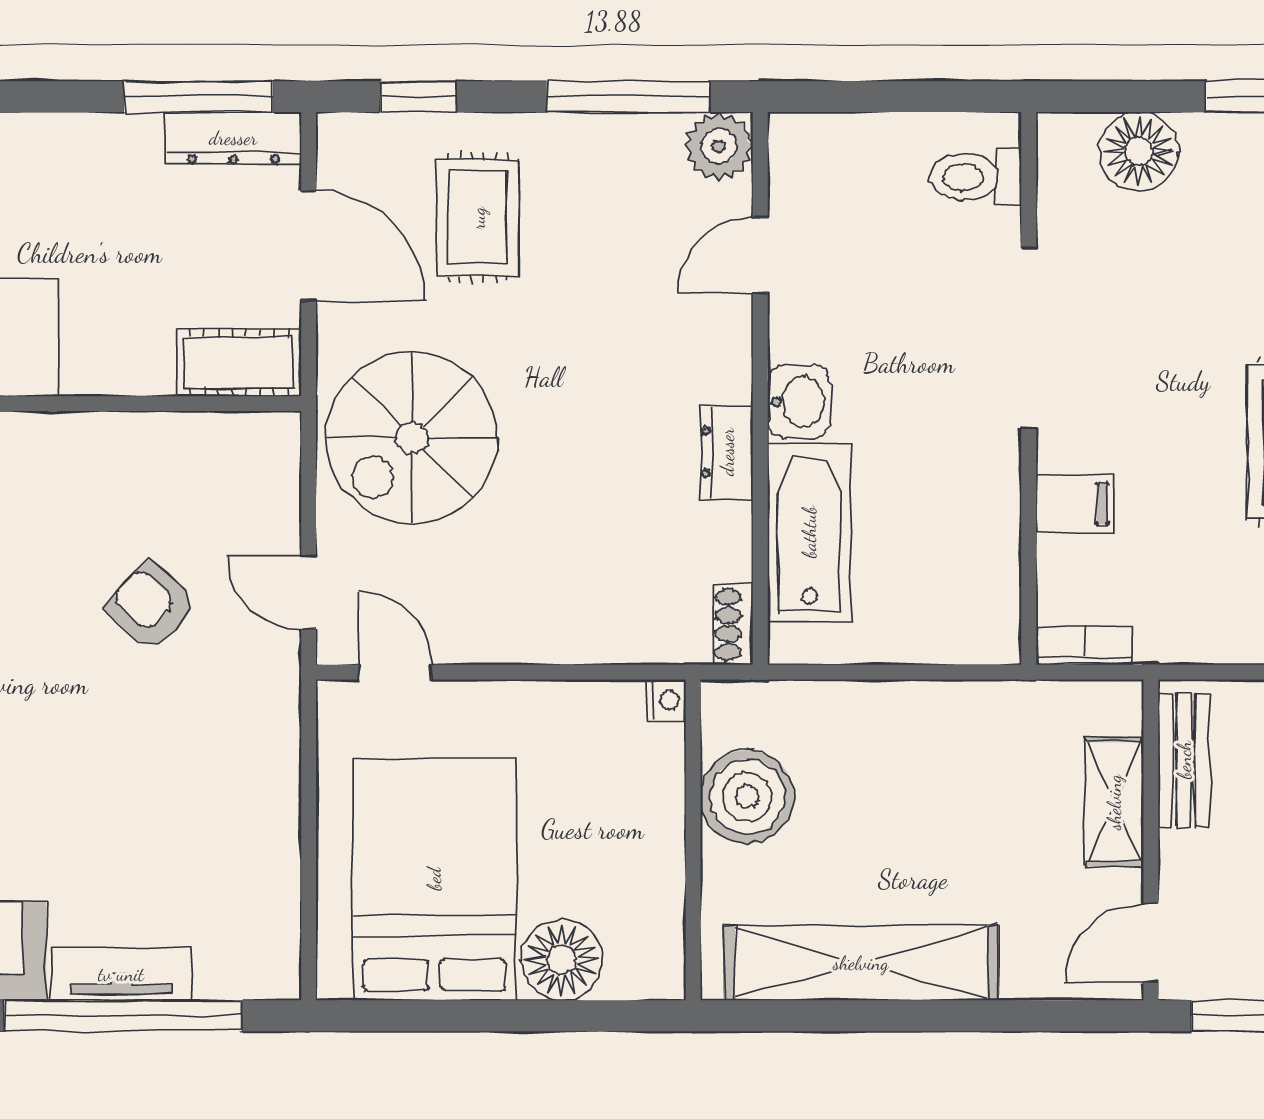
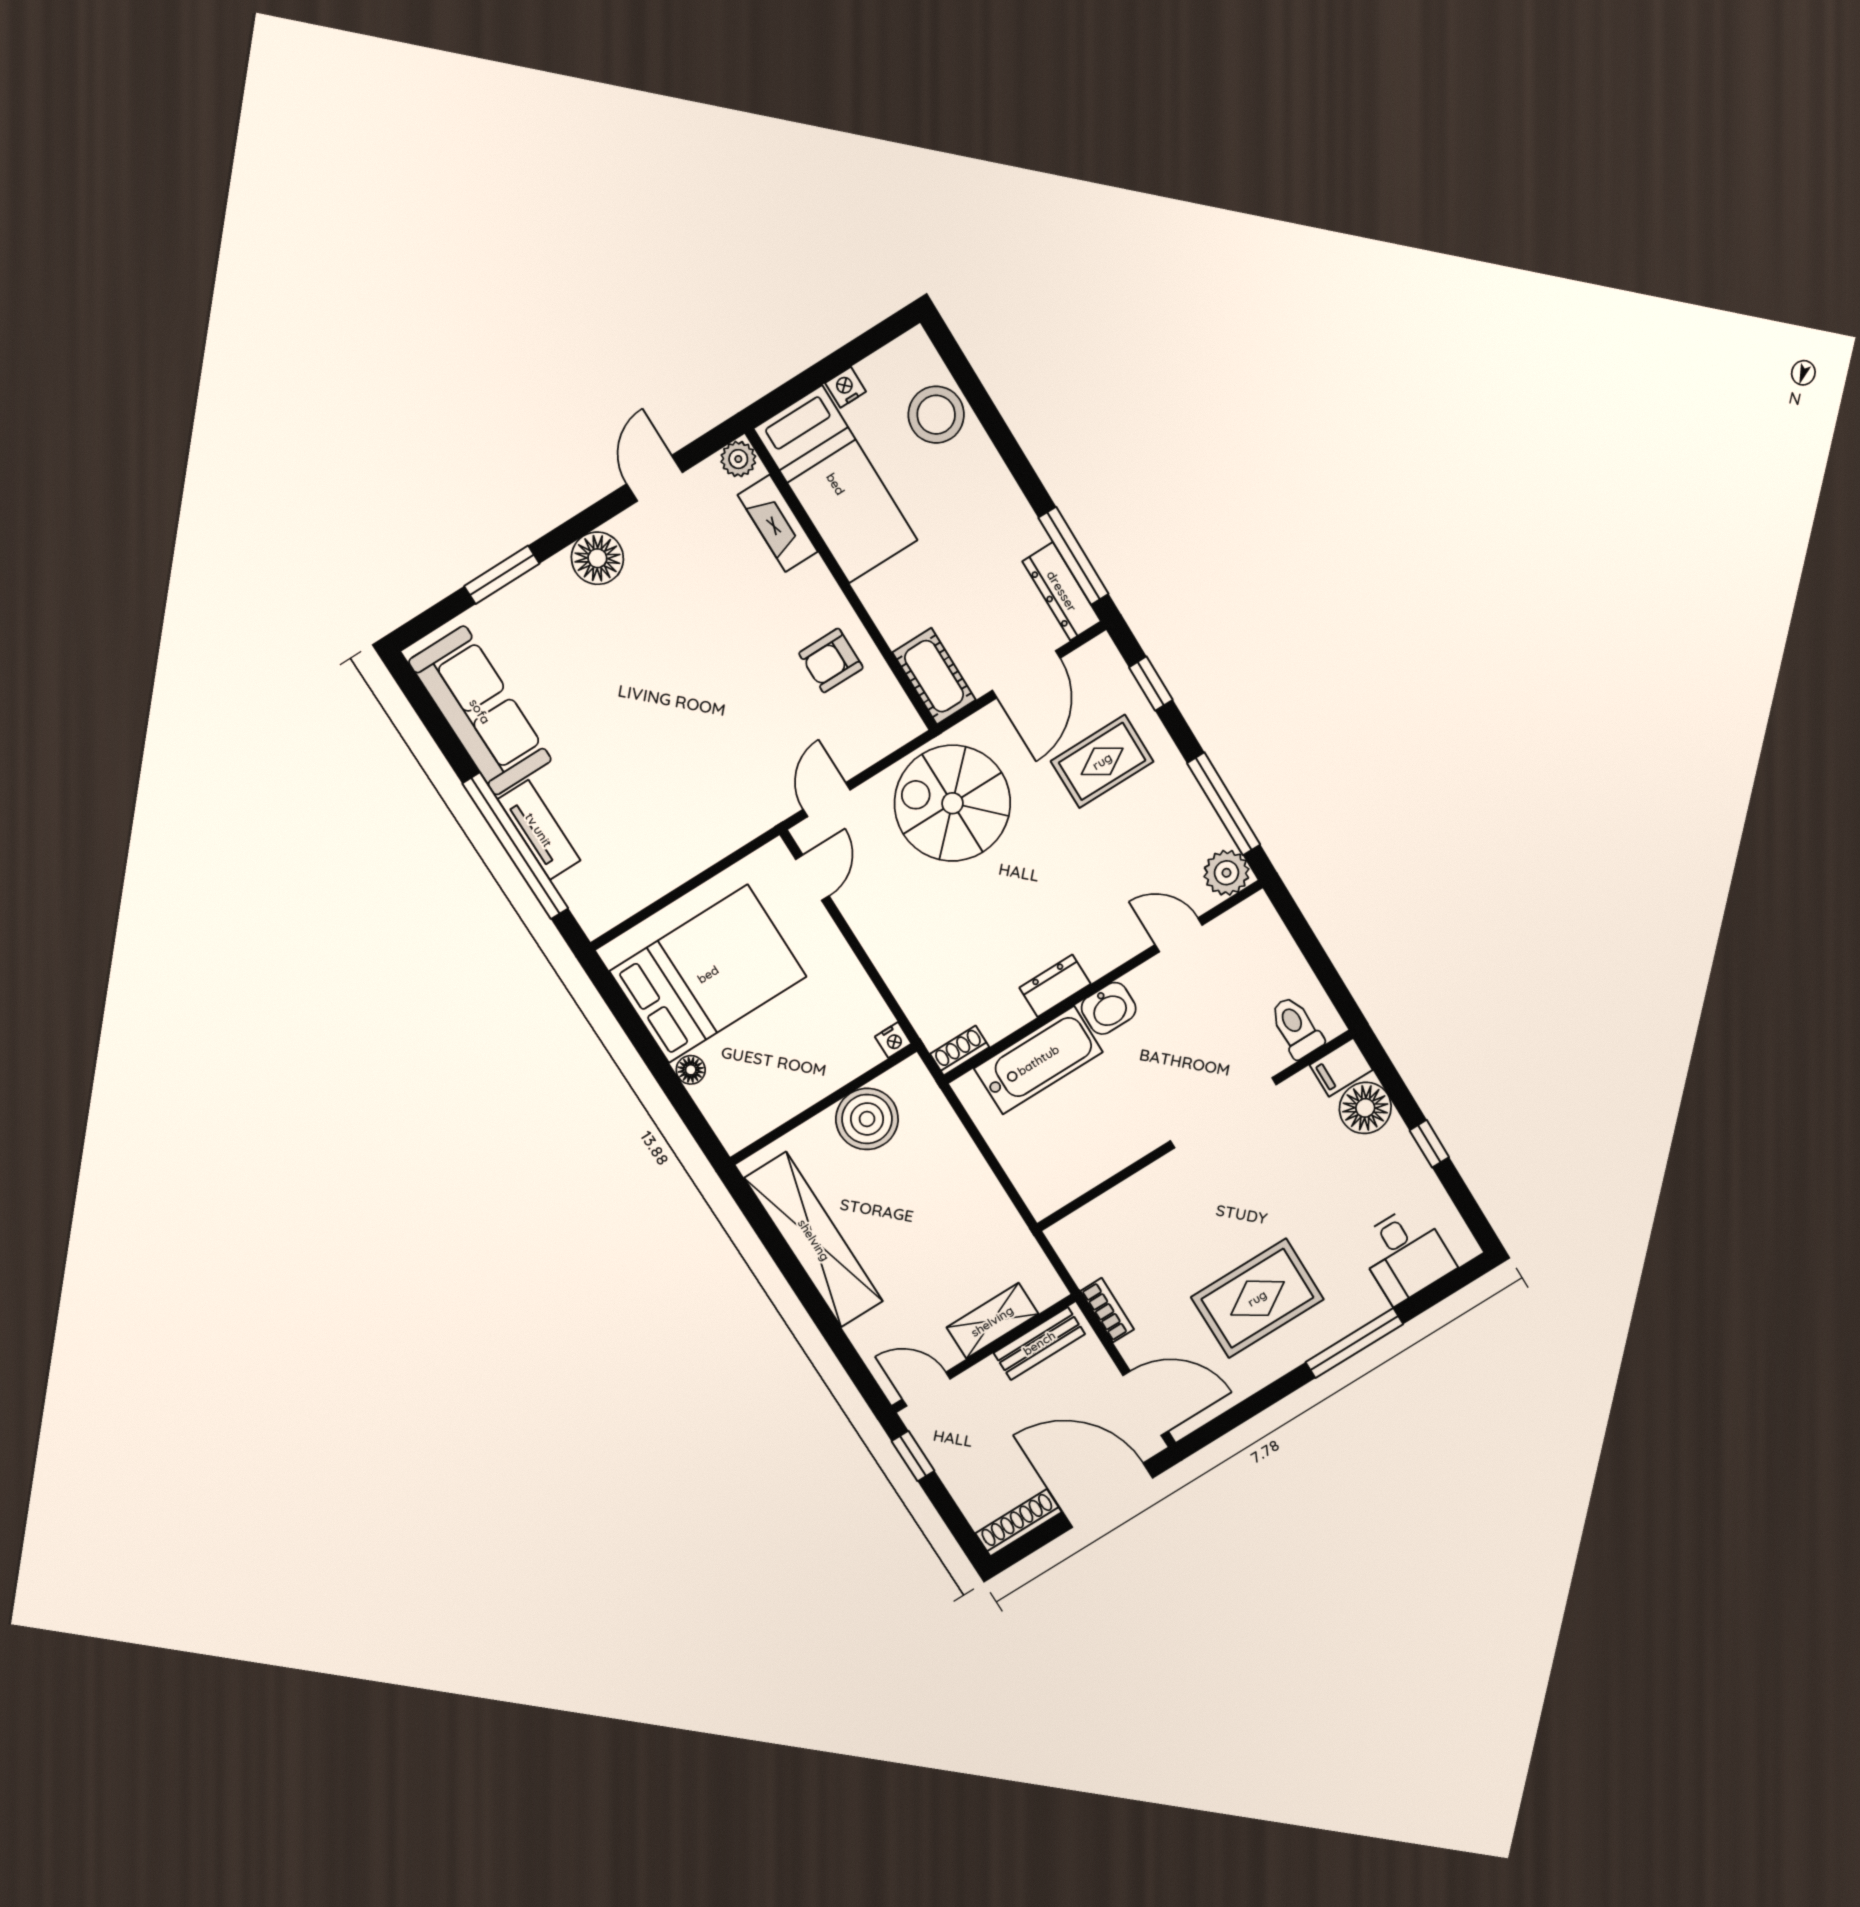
filing cabinet: (1075, 504) -> (1341, 1067), moved, turned 90
armchair: (151, 606) -> (831, 660), moved, turned -133
bookcase: (1084, 646) -> (1107, 1310), moved
floor lamp: (562, 960) -> (691, 1070), width x0.53, depth x0.53

